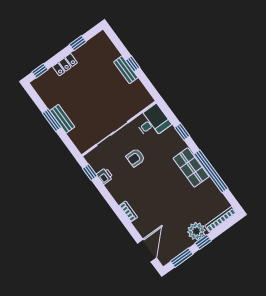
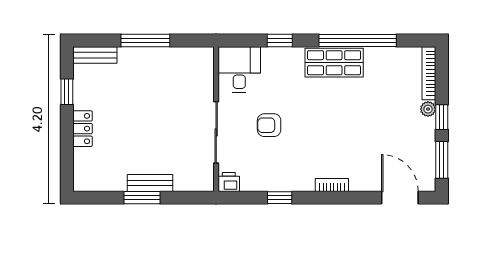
window: (133, 64) -> (145, 41), width x2.17
bench: (126, 70) -> (95, 55), moved
window: (40, 71) -> (67, 167), removed
armchair: (135, 158) -> (269, 125), turned 90
window: (90, 172) -> (280, 198), moved
printer: (105, 176) -> (229, 182), moved
plant: (196, 231) -> (428, 109), width x0.53, depth x0.53

